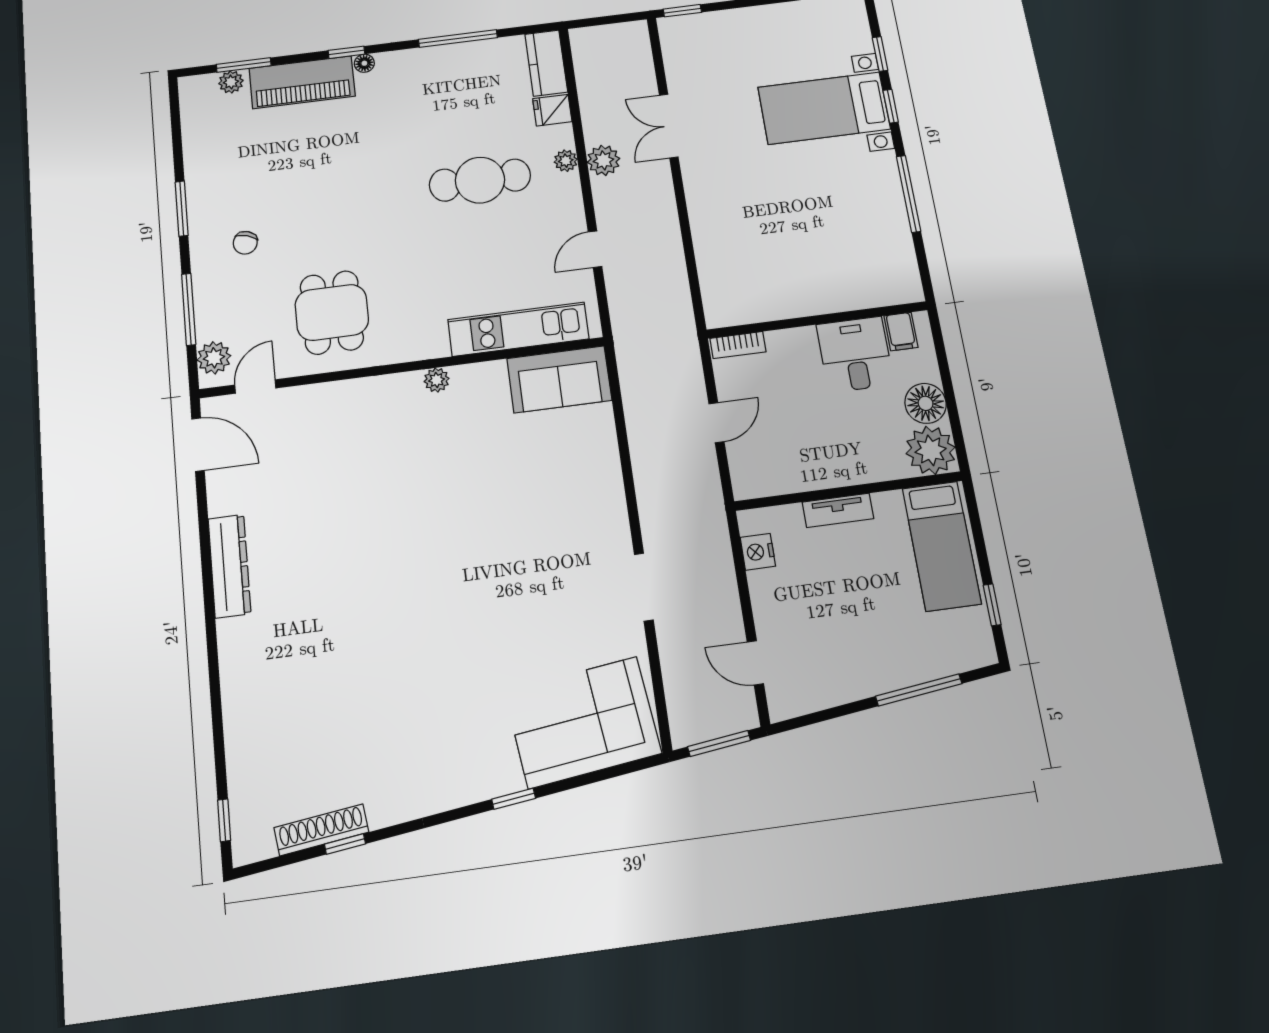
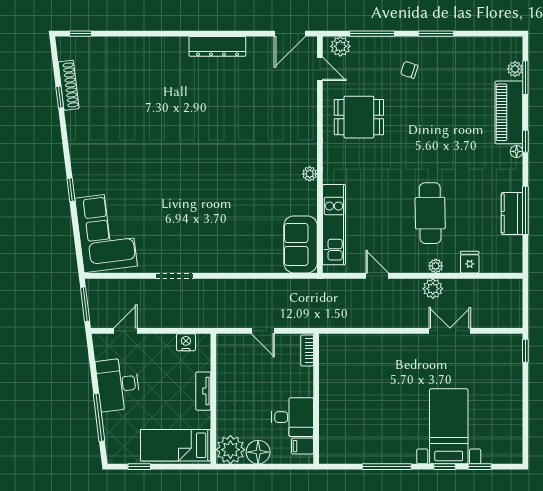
kitchen counter: (546, 63) -> (512, 213), moved, turned -90
desk: (854, 663) -> (118, 384), added

